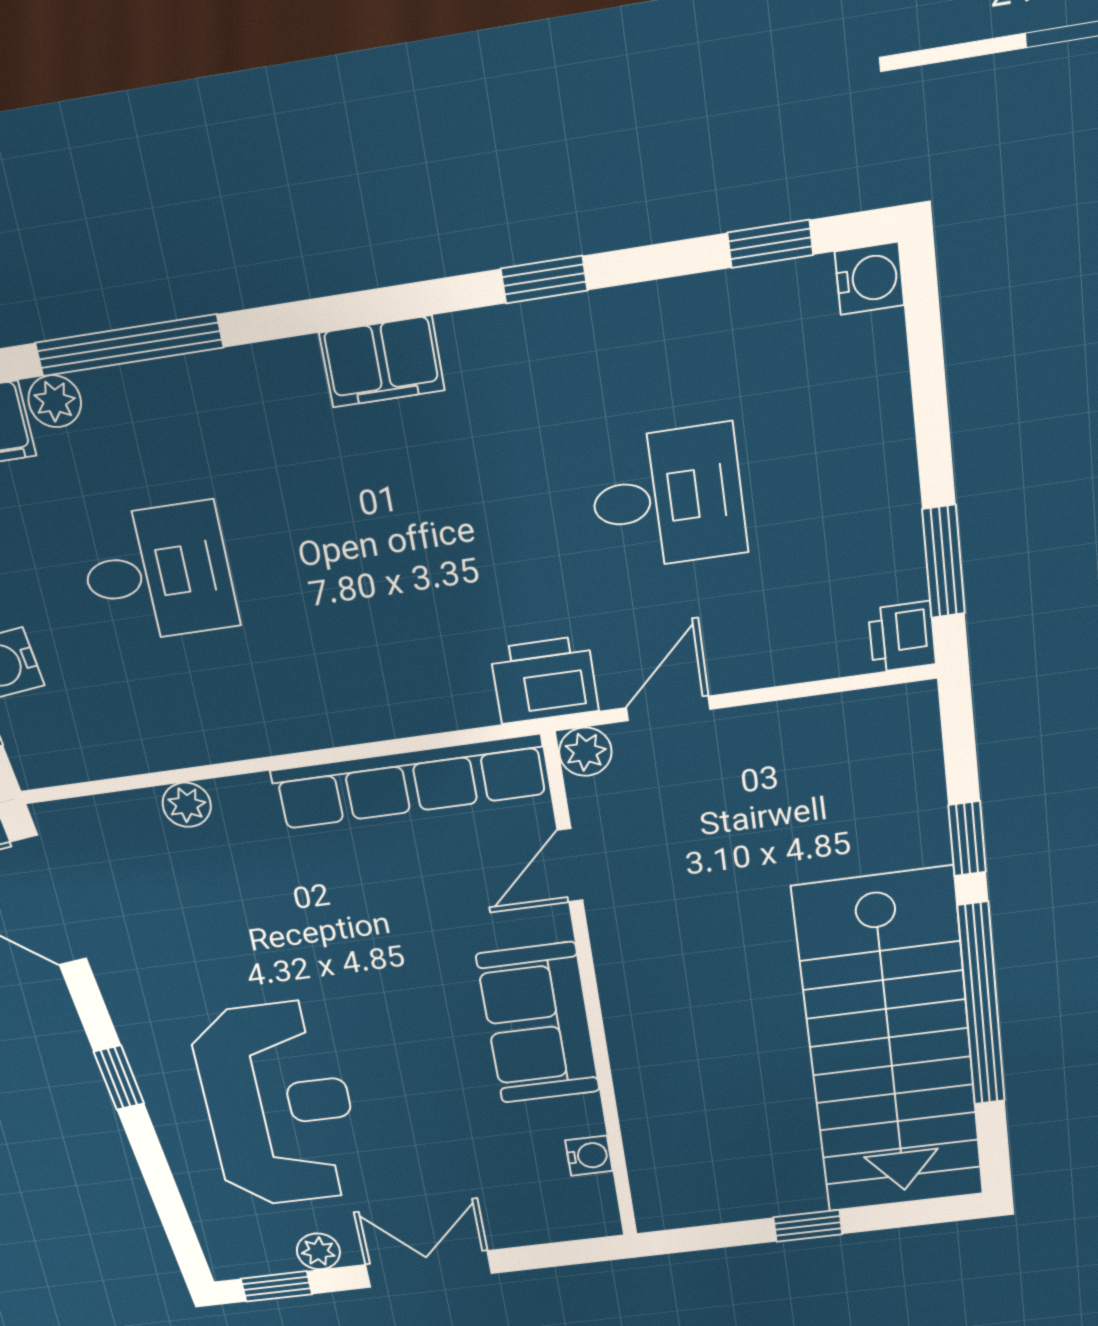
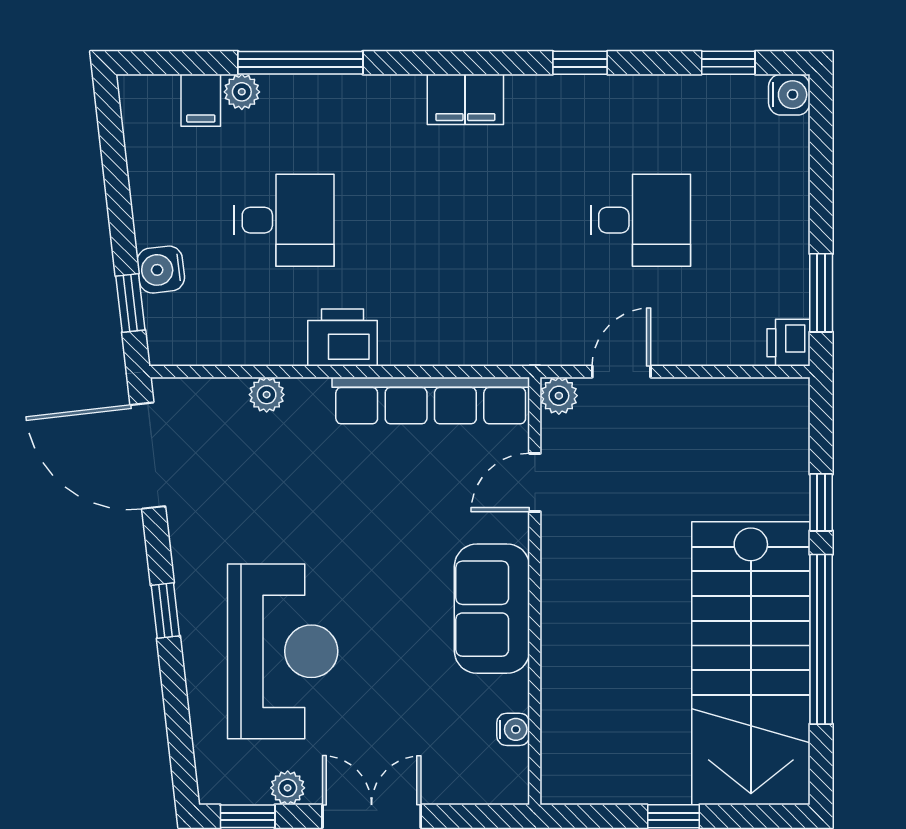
printer: (544, 680) -> (343, 338), moved

